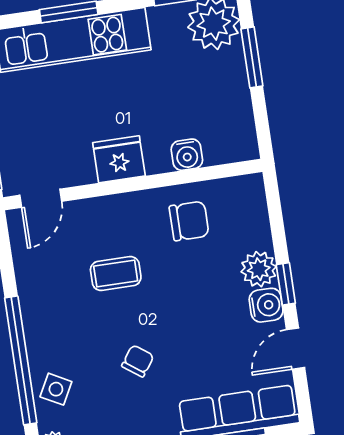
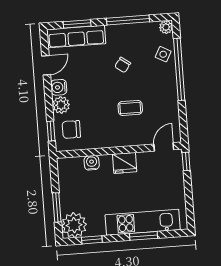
chair: (189, 221) -> (71, 129), moved
window: (286, 284) -> (51, 131), moved

